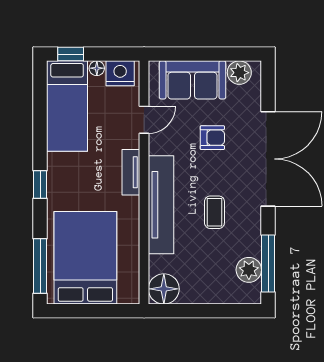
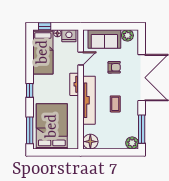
plant: (249, 270) -> (132, 143), moved

